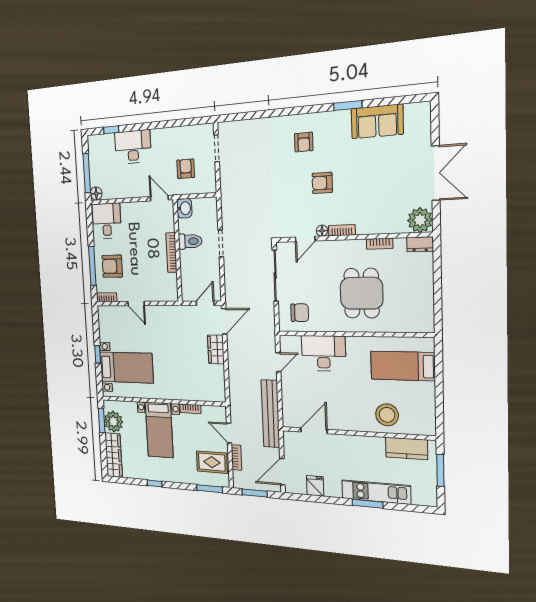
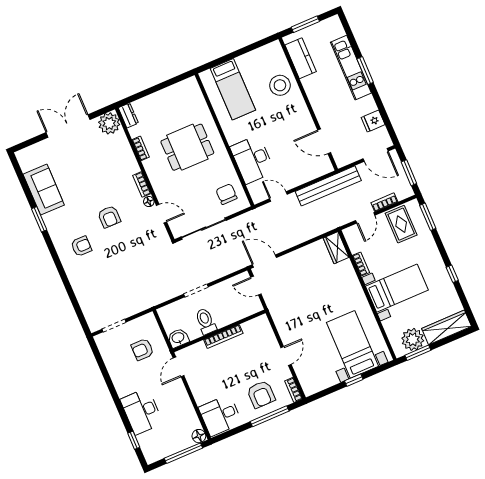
wardrobe: (216, 349) -> (336, 248), moved, turned 90

